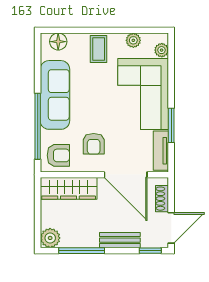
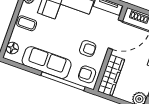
armchair: (58, 155) -> (87, 74), turned -90

